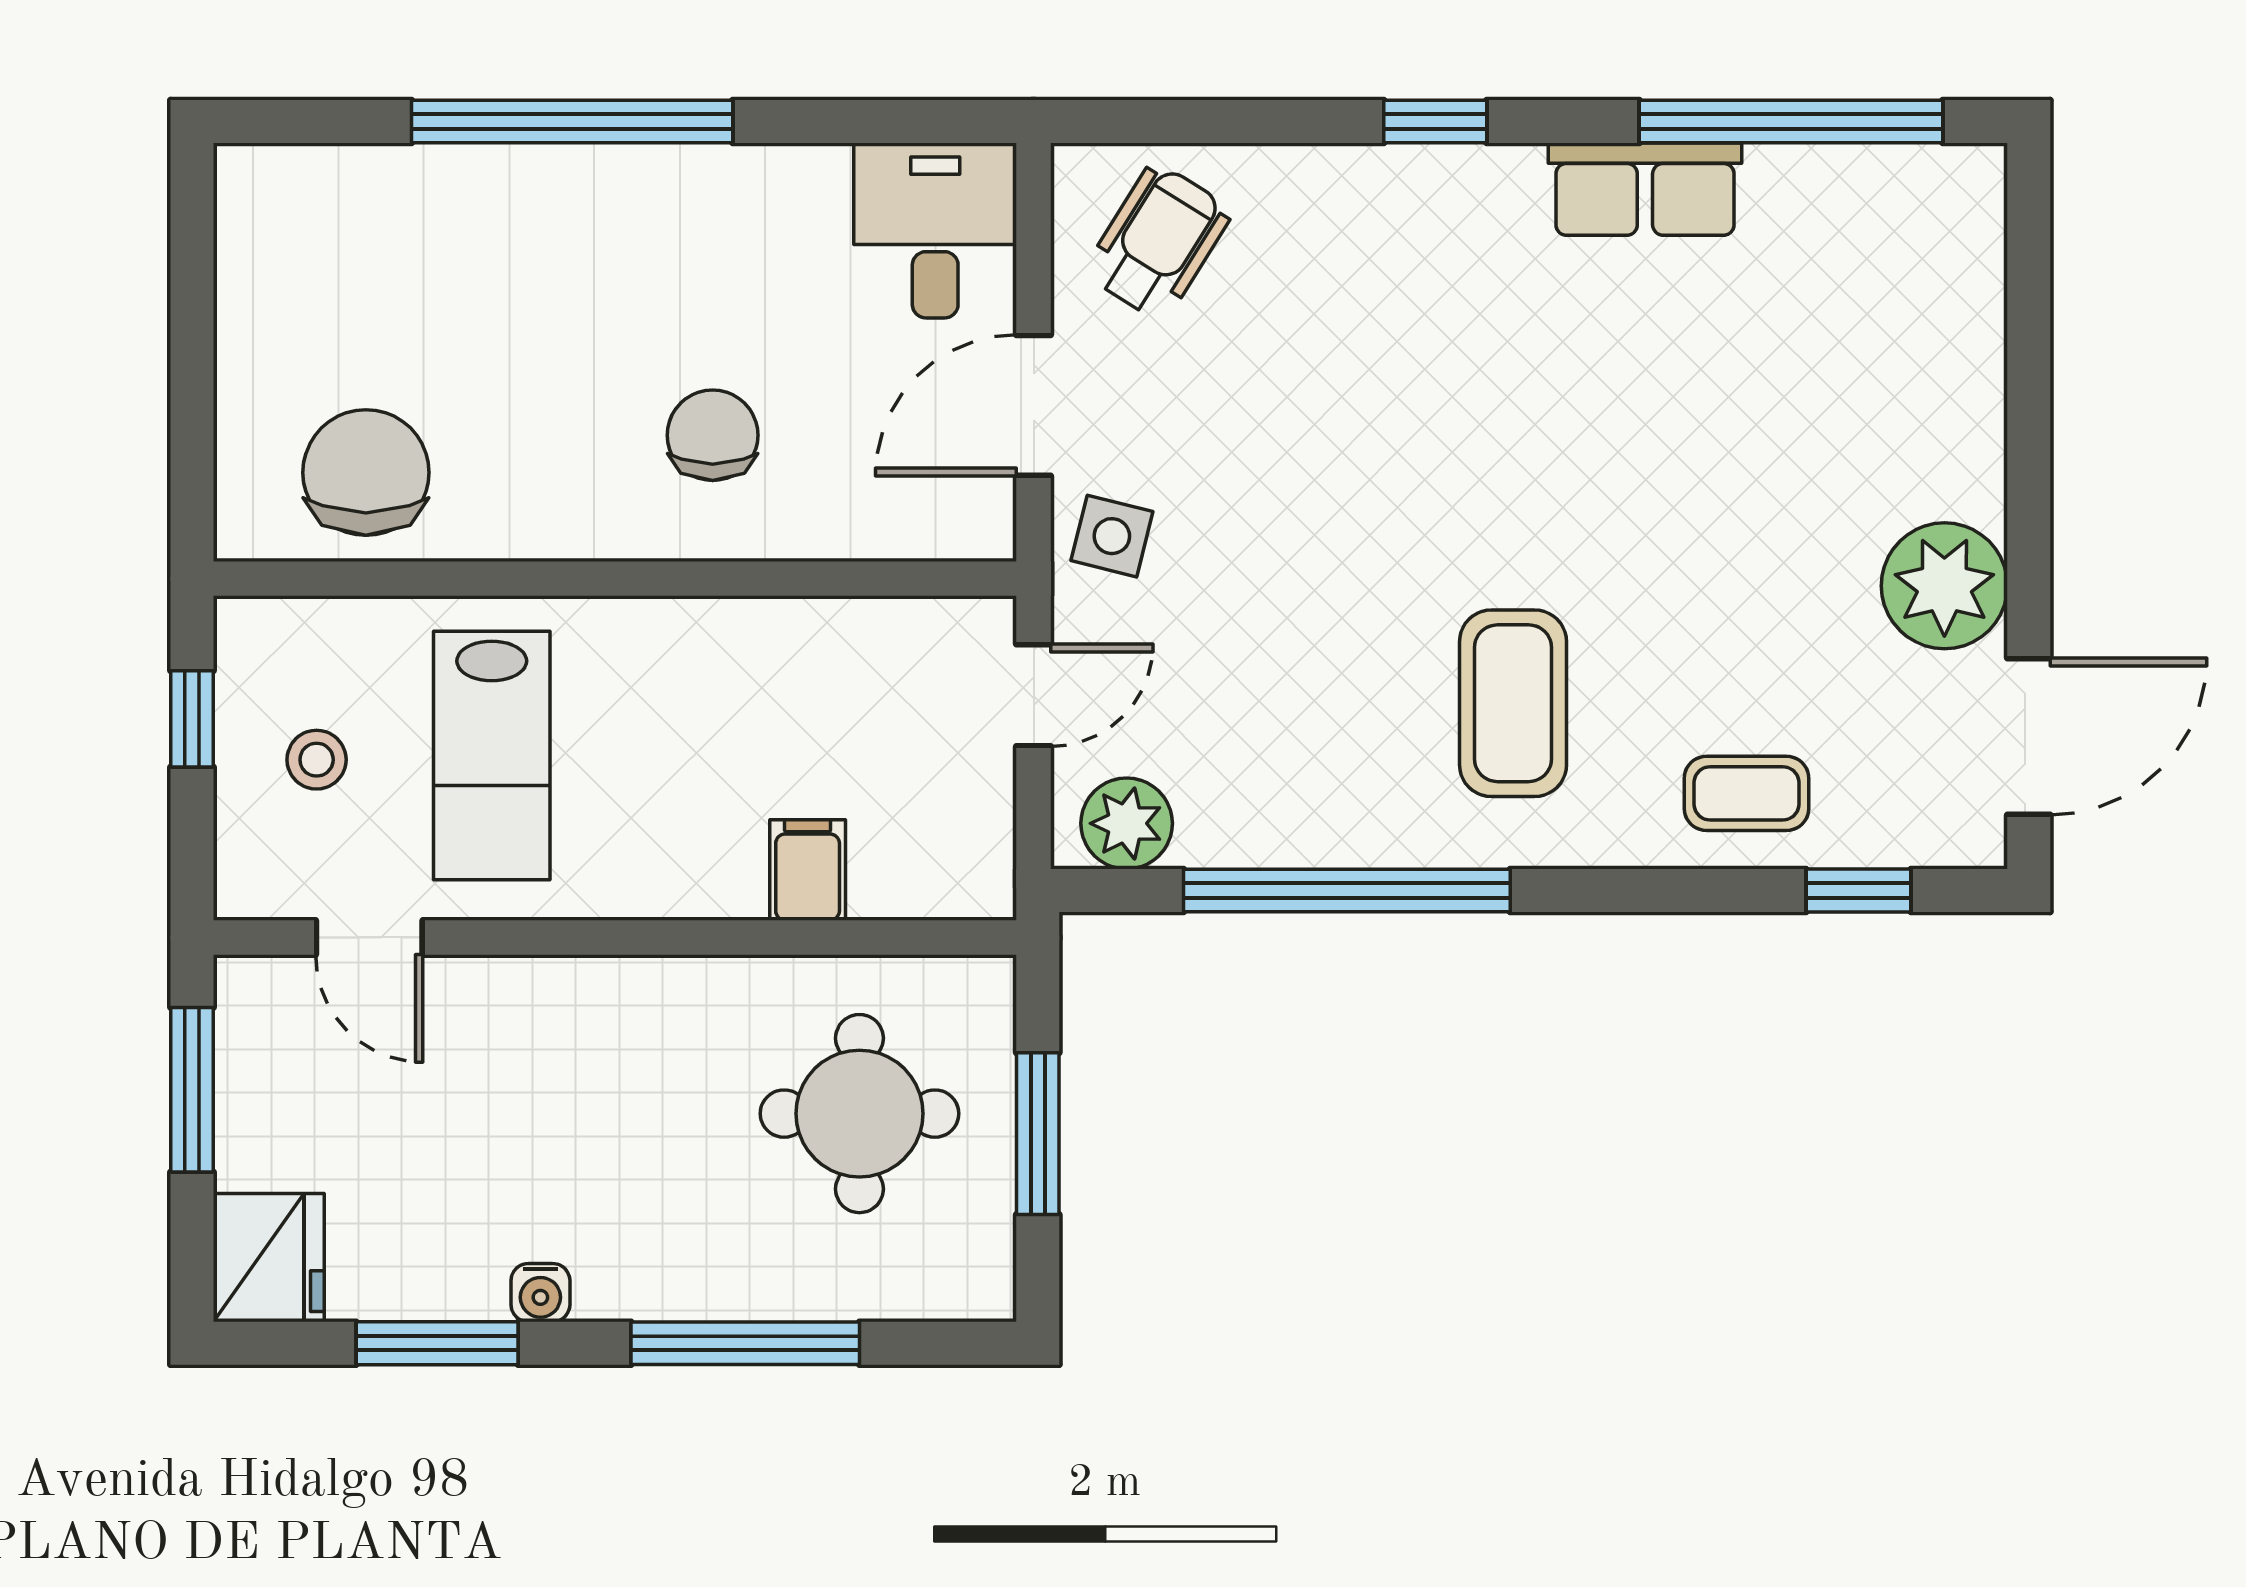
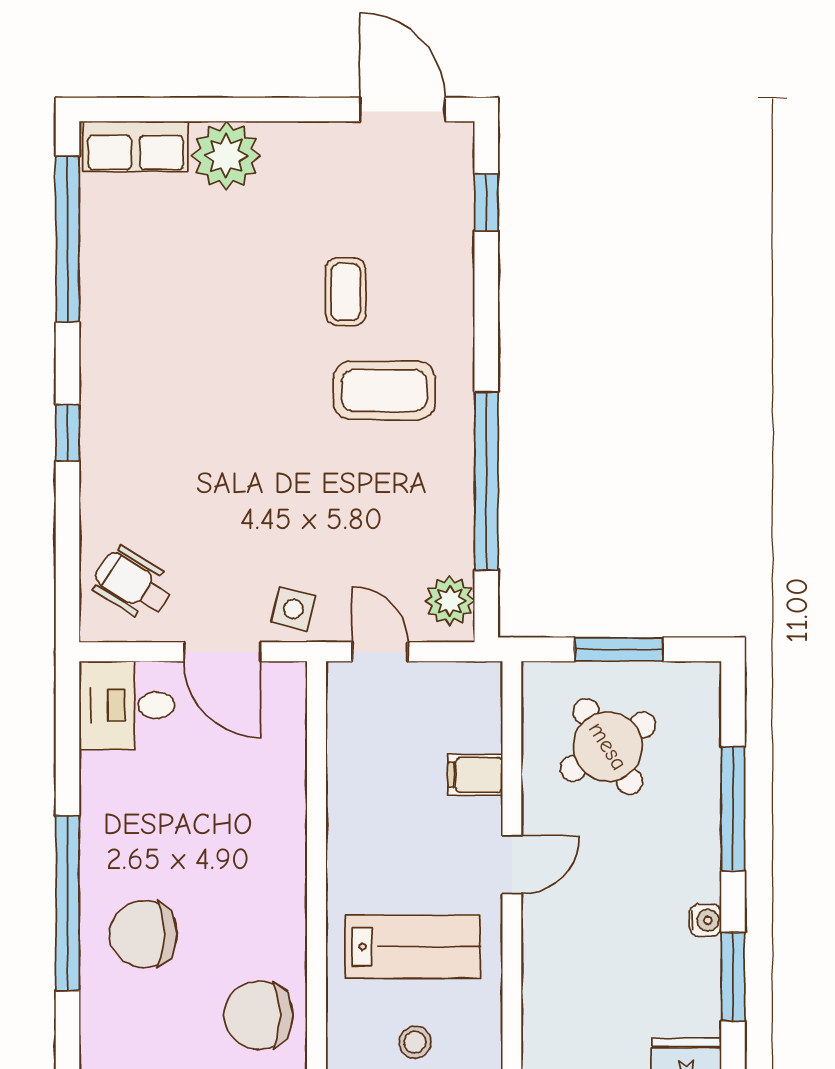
row of seats: (1645, 189) -> (135, 146), moved, turned 90
chair: (713, 435) -> (144, 934), moved, width x1.37, depth x1.37
plant: (1944, 586) -> (226, 156), moved
coffee table: (1746, 793) -> (346, 292), moved
door: (369, 937) -> (512, 865), moved
round table: (859, 1114) -> (608, 746), turned -32

